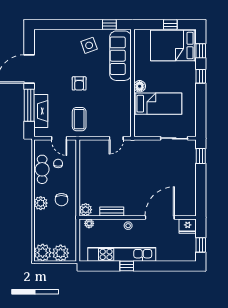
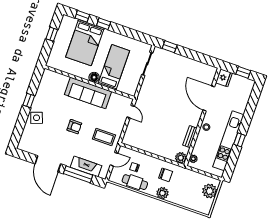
window: (109, 25) -> (29, 100), moved
side table: (89, 45) -> (37, 118), moved
bed: (173, 46) -> (85, 43), moved
sofa: (120, 56) -> (88, 93), moved
plant: (43, 253) -> (204, 206), removed

